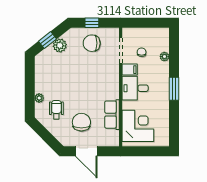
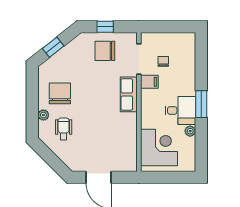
plant: (60, 45) -> (67, 53), removed
plant: (164, 57) -> (190, 131), moved
desk: (135, 88) -> (180, 110), moved, turned 180
row of seats: (112, 115) -> (129, 94), moved
chair: (81, 122) -> (60, 93), moved

